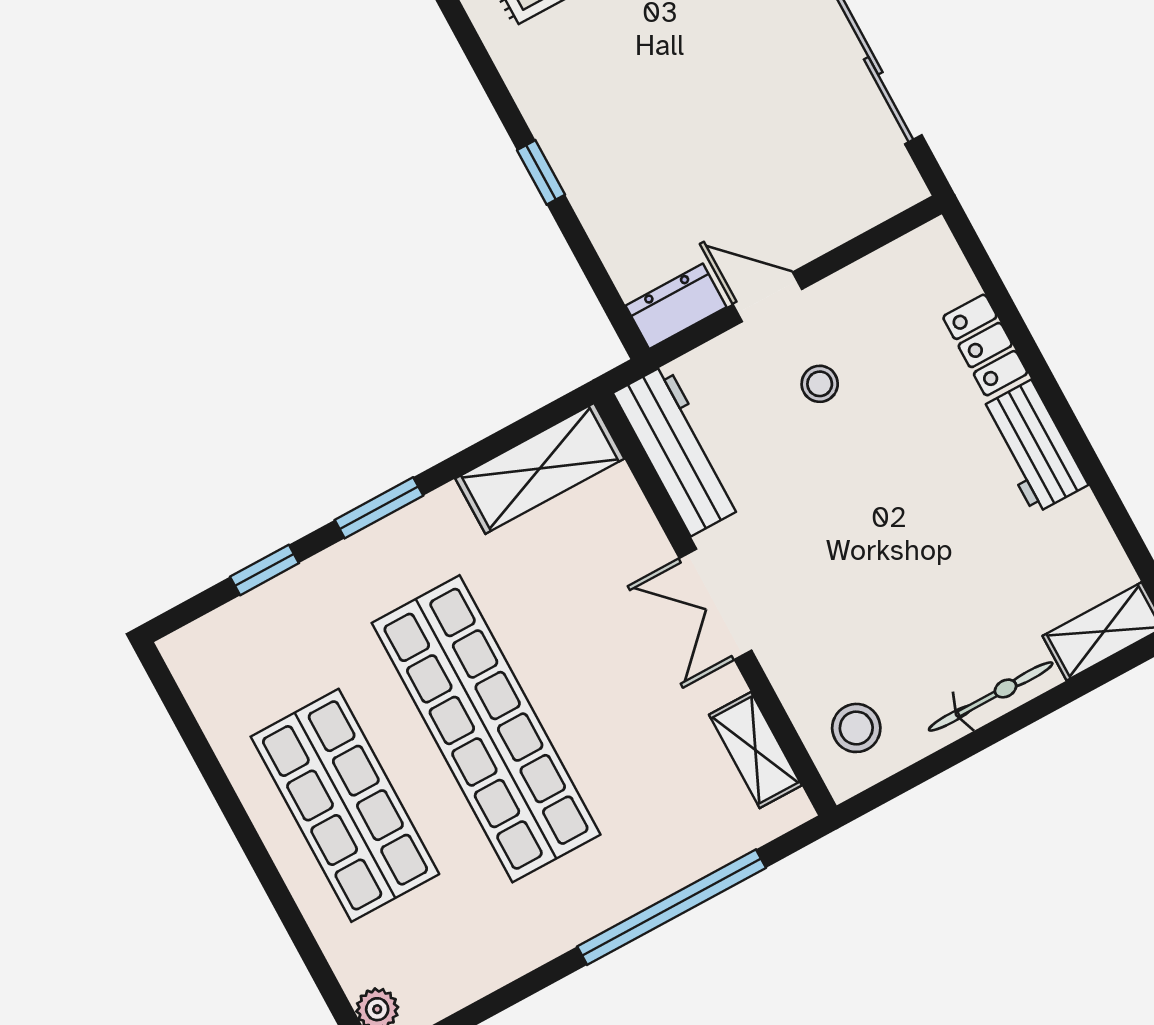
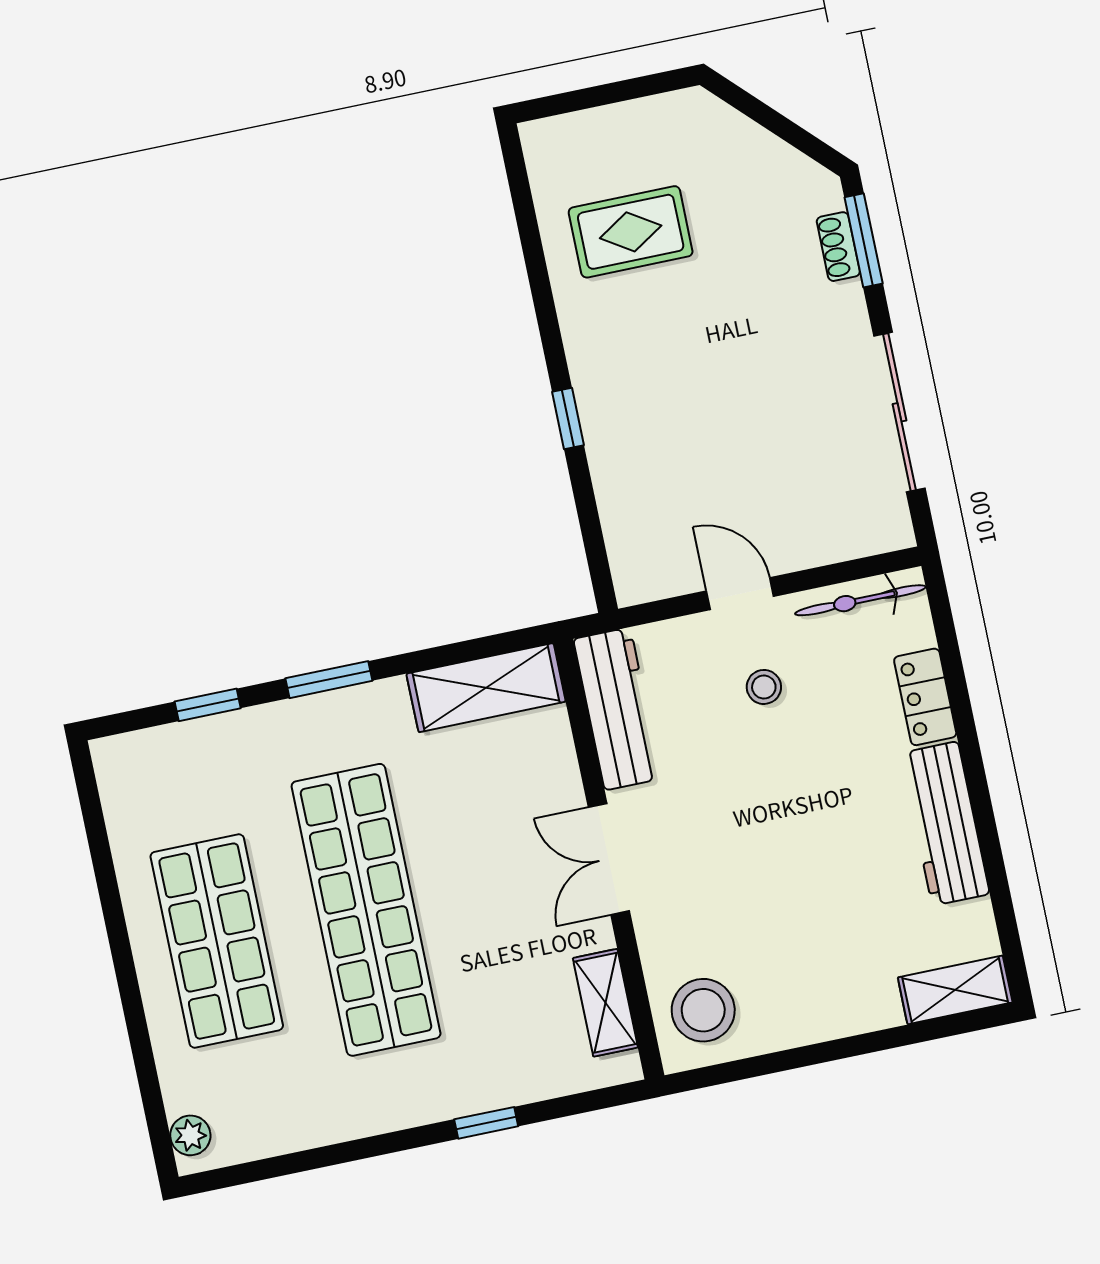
dresser: (676, 306) -> (654, 577), removed
workbench: (1033, 447) -> (945, 824), width x1.38
bicycle: (991, 697) -> (860, 600), moved, turned 180
stool: (856, 728) -> (703, 1010), width x1.38, depth x1.38
window: (672, 907) -> (486, 1123), width x0.32

